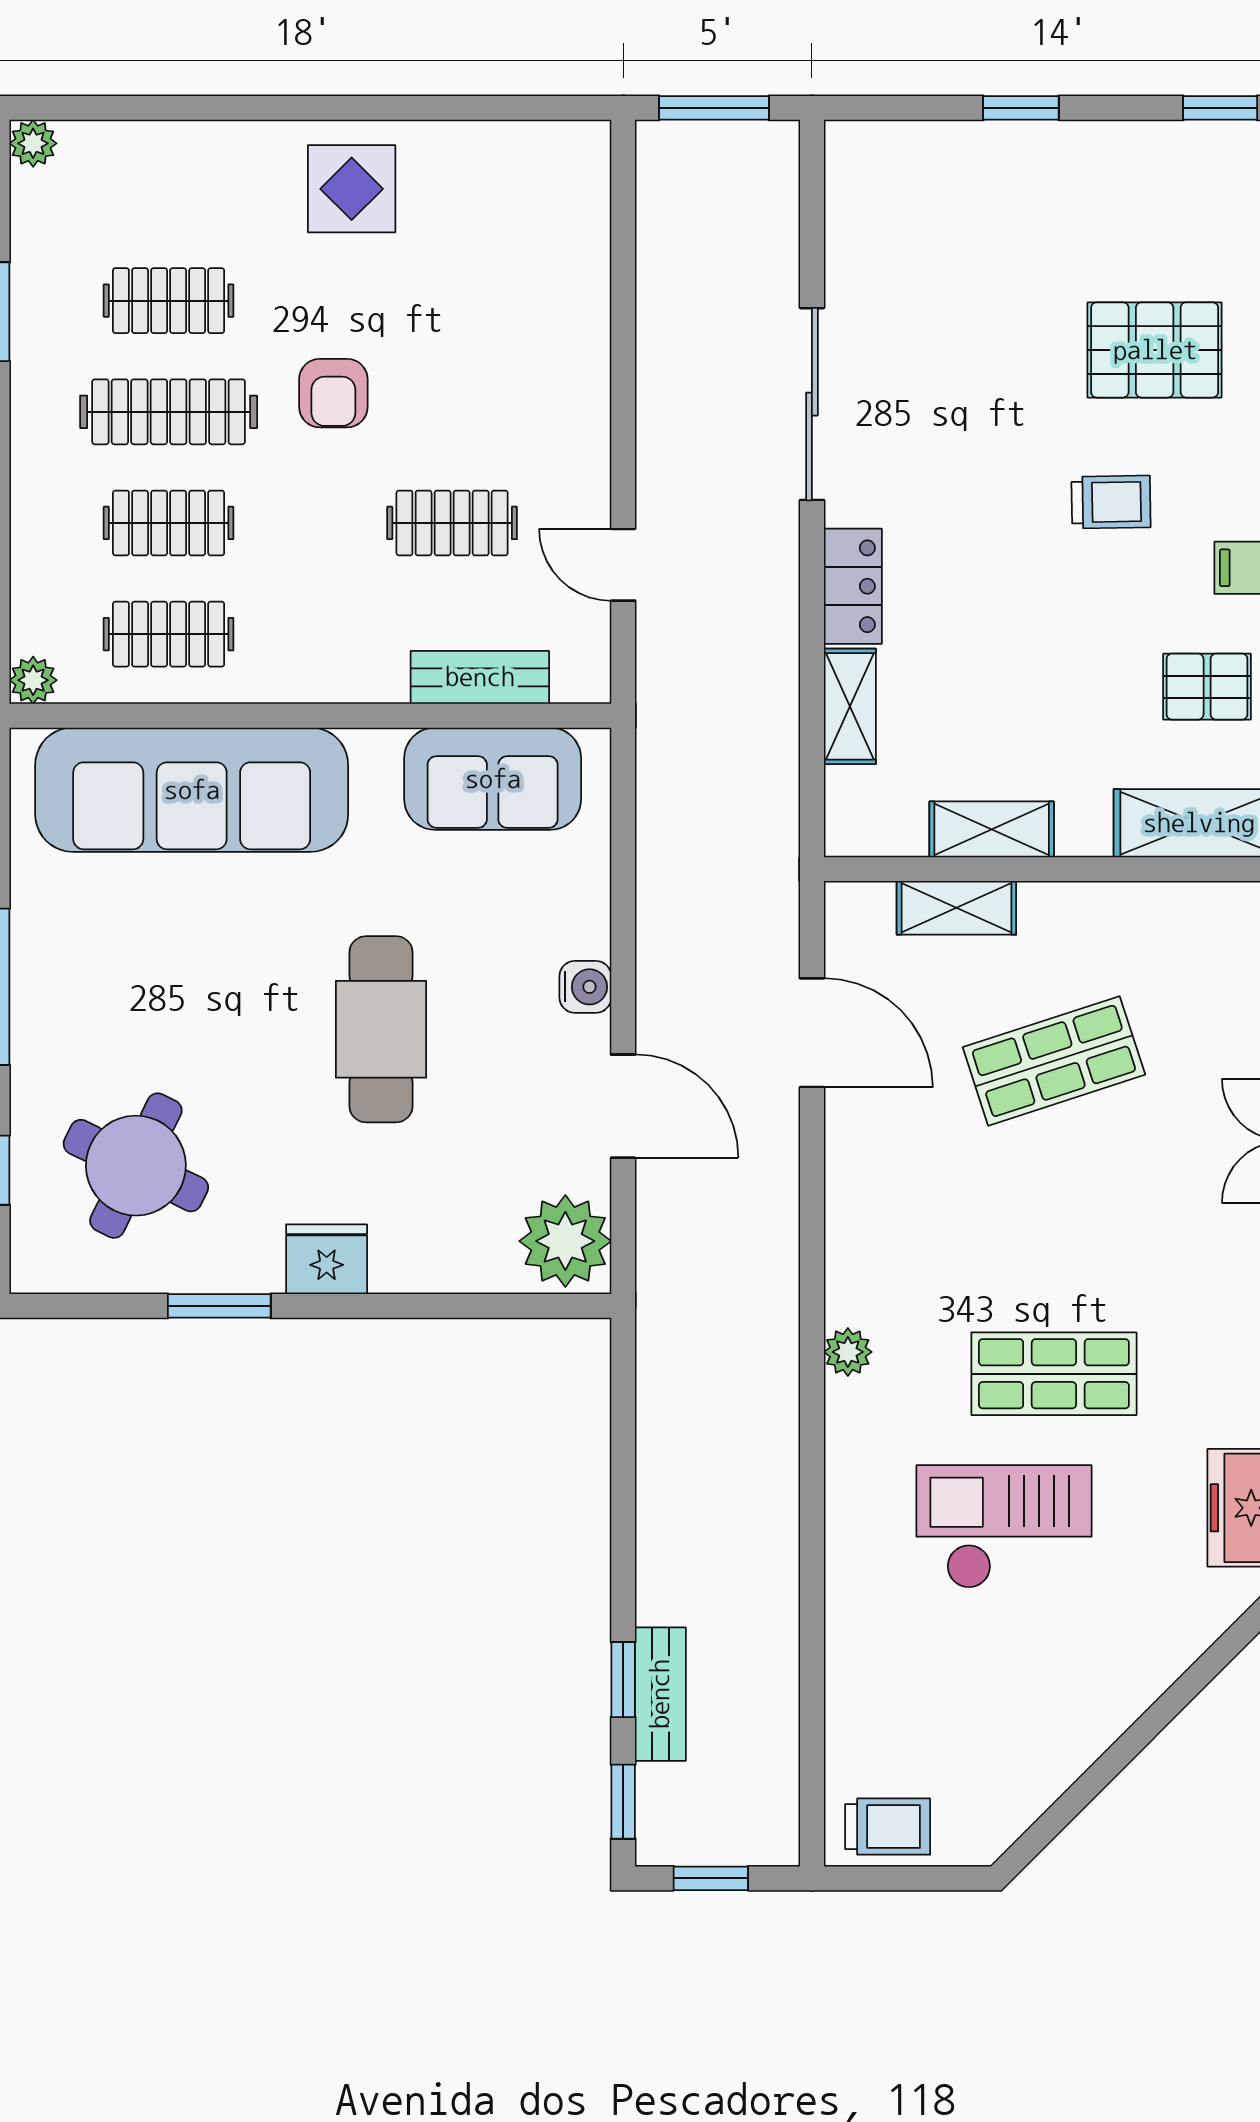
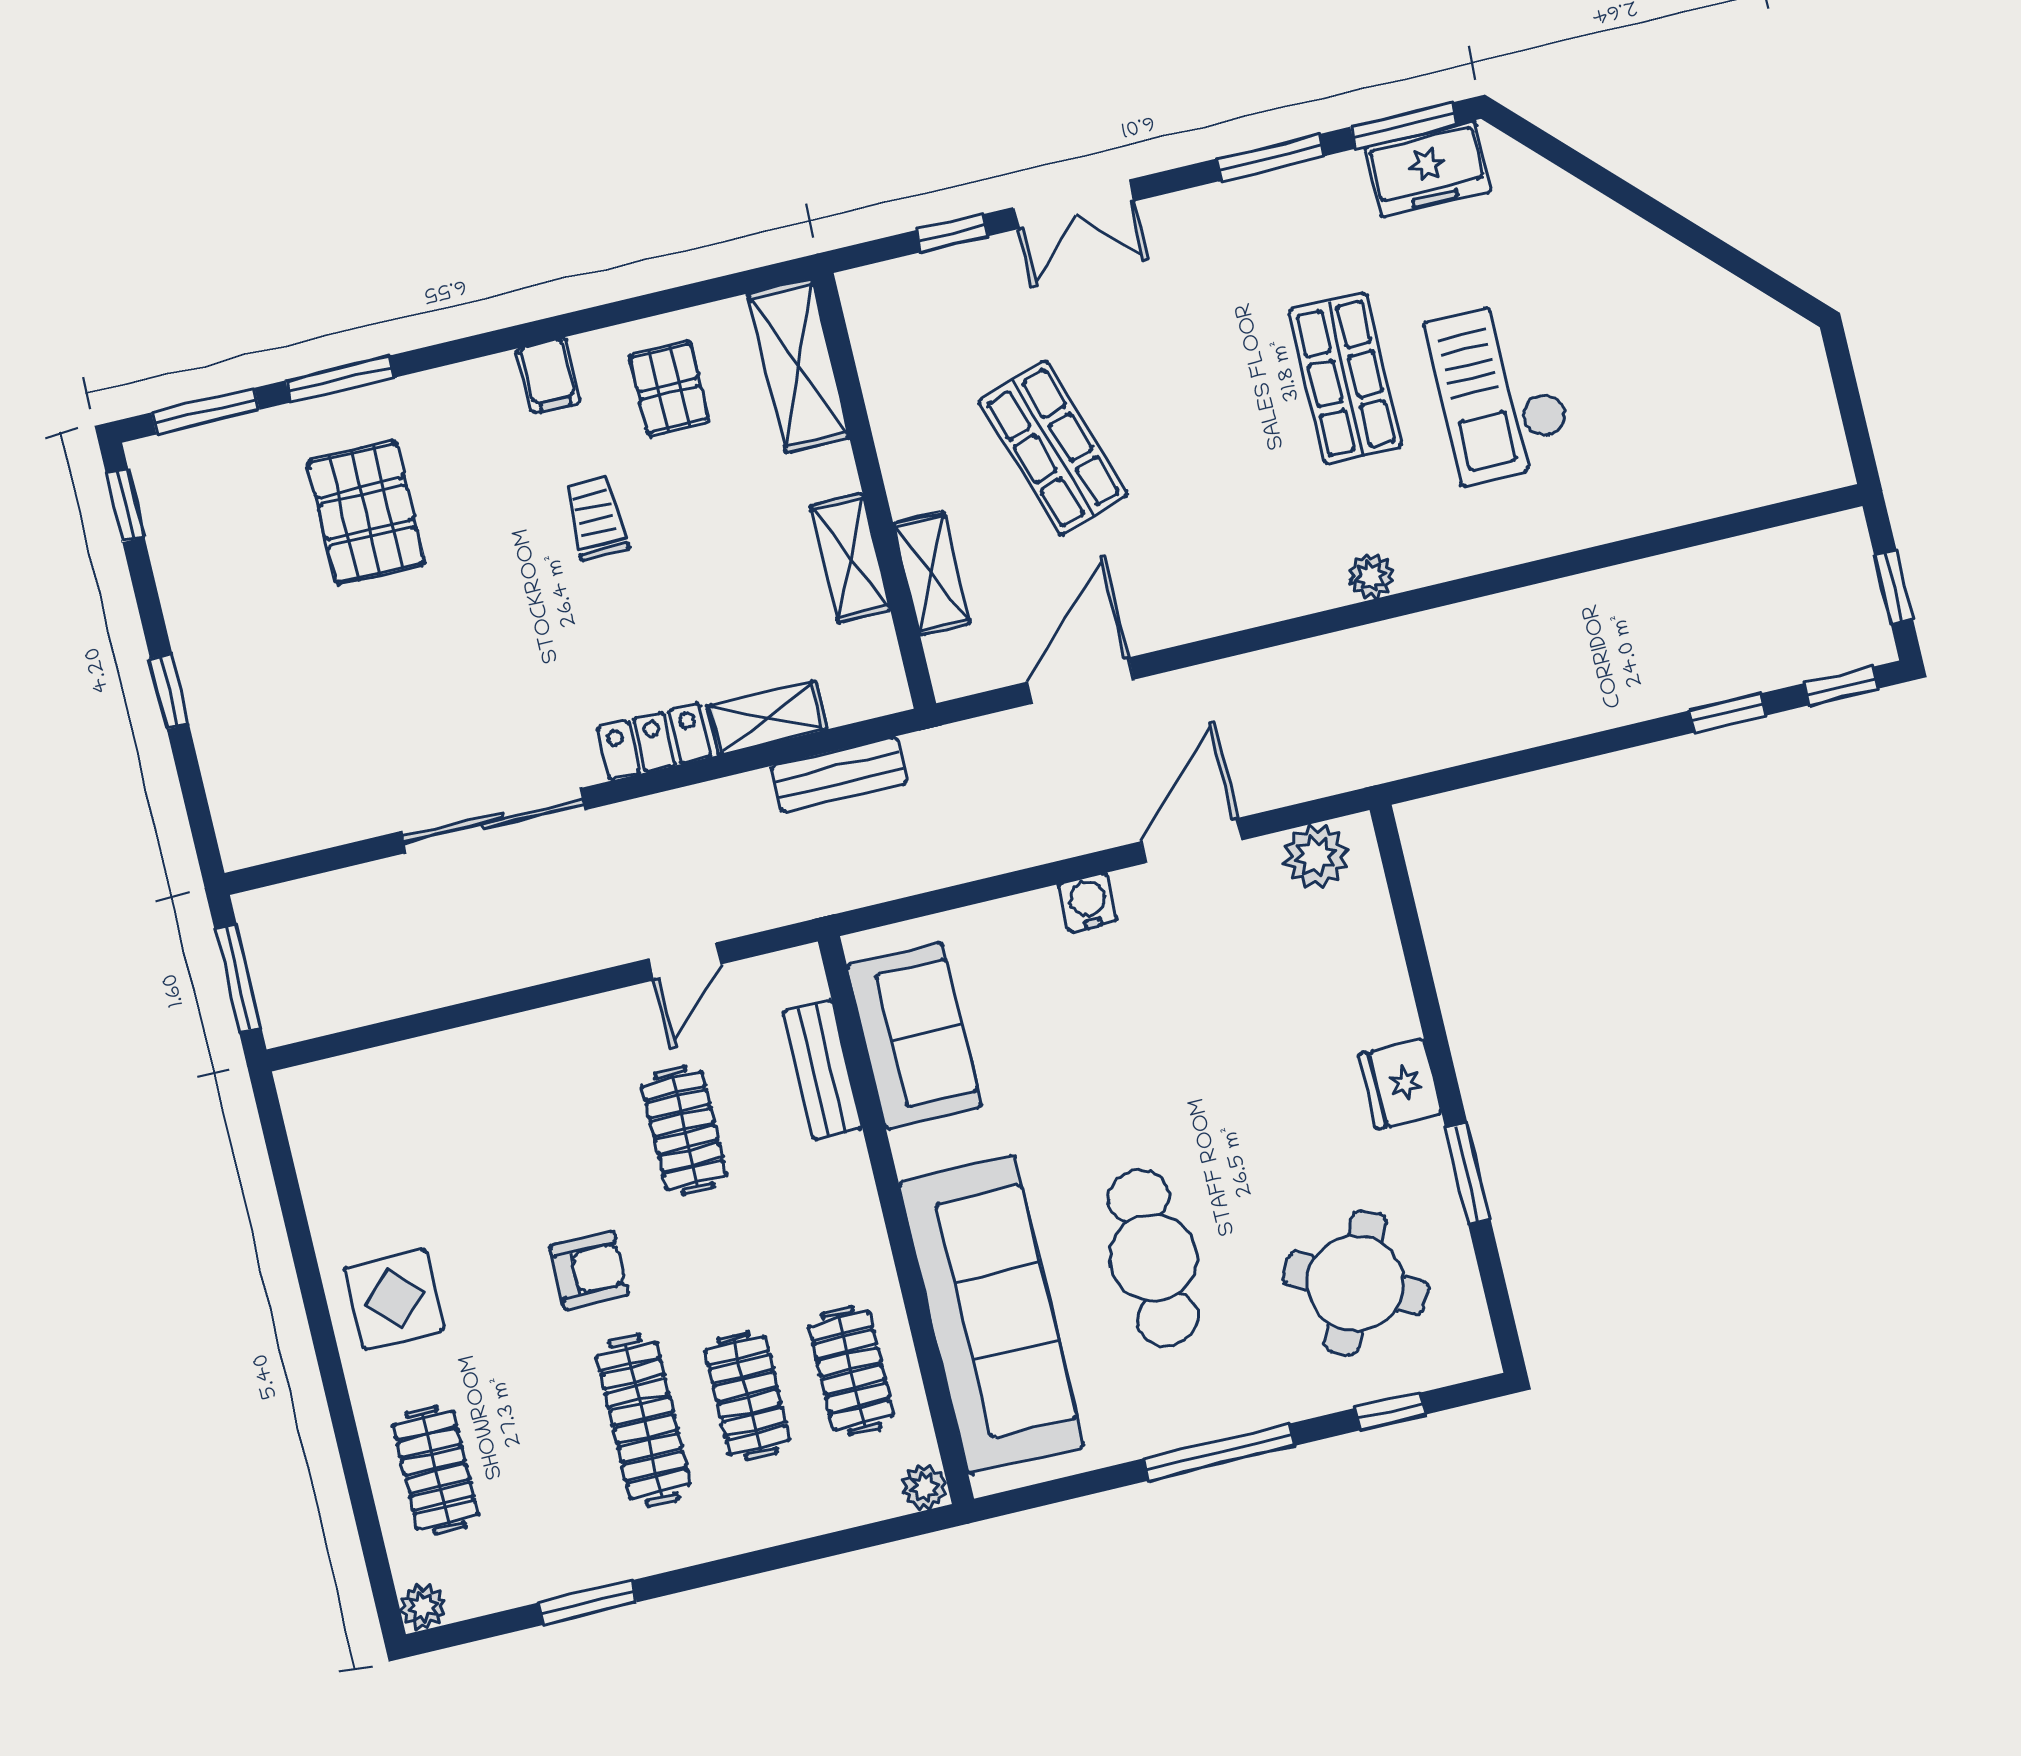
clothes rail: (169, 301) -> (436, 1470), moved
trolley: (1111, 502) -> (596, 518), moved
cafe table: (381, 1029) -> (1153, 1258), moved, turned 90
plant: (565, 1241) -> (1316, 856), width x0.73, depth x0.73
bench: (660, 1694) -> (839, 775), moved
trolley: (888, 1827) -> (1806, 433), removed

